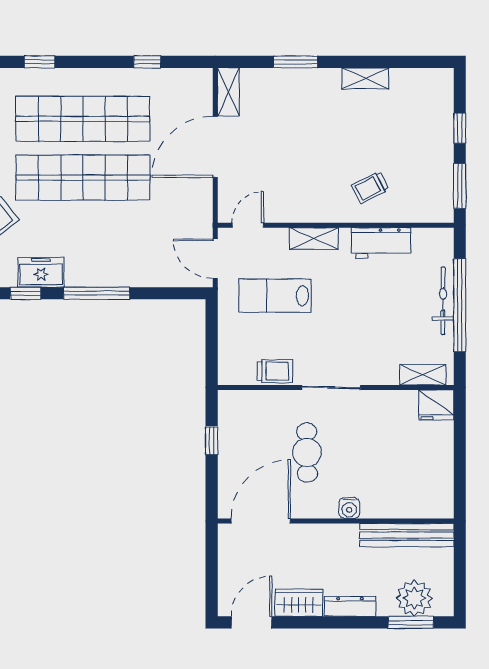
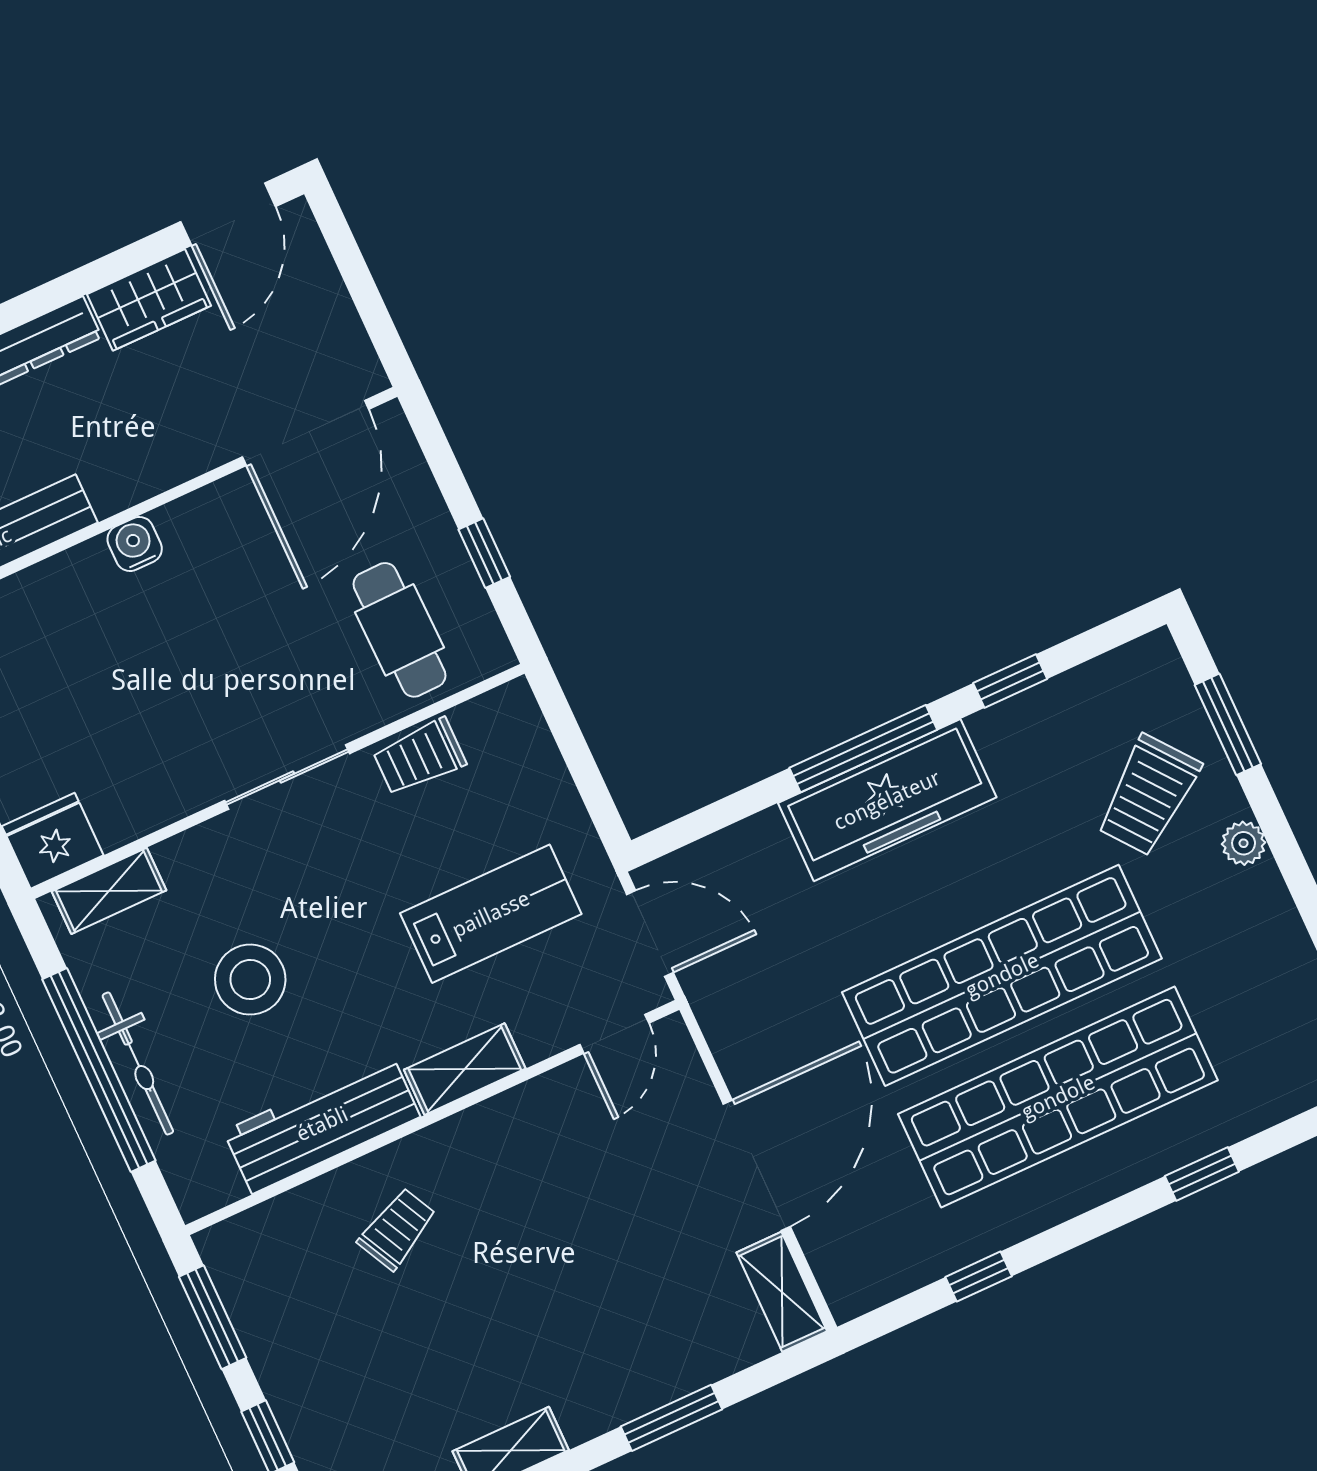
workbench: (381, 243) -> (322, 1124), width x1.38
freezer: (41, 272) -> (887, 800), moved, width x1.91, depth x1.26
stool: (383, 314) -> (250, 980), added
cafe table: (307, 453) -> (400, 630), moved

